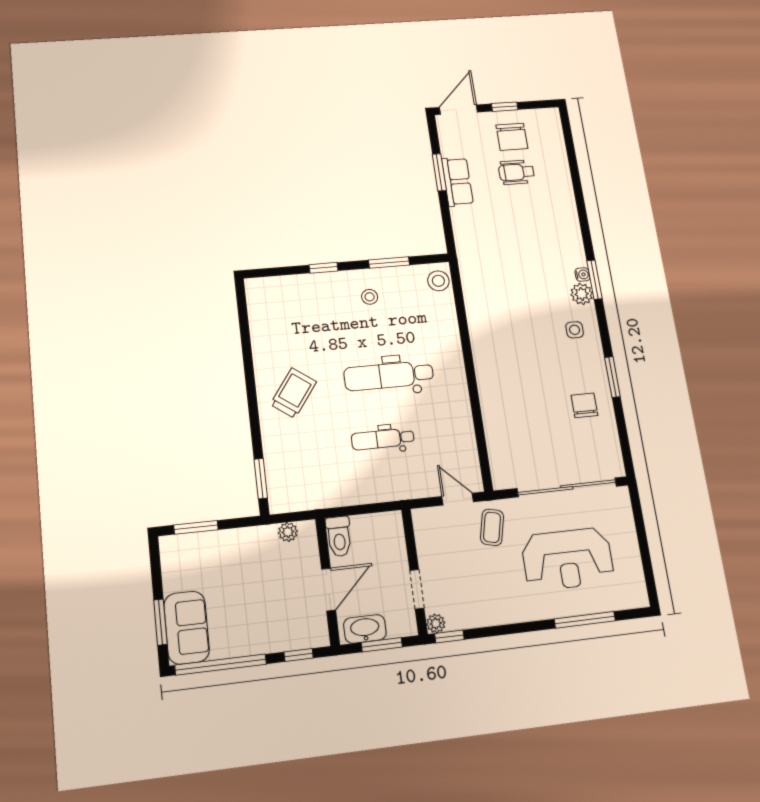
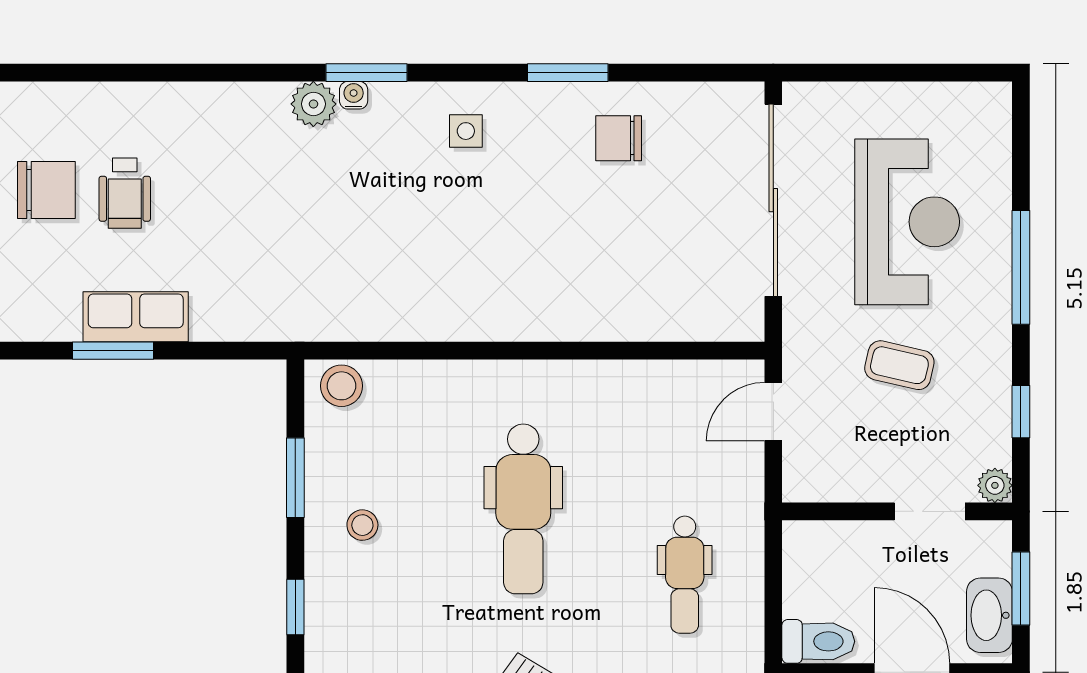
plant: (582, 294) -> (313, 104), moved
dental chair: (383, 439) -> (685, 575), moved
coffee table: (492, 527) -> (899, 365), moved
window: (585, 620) -> (1021, 267), moved
window: (449, 636) -> (1021, 412), moved

